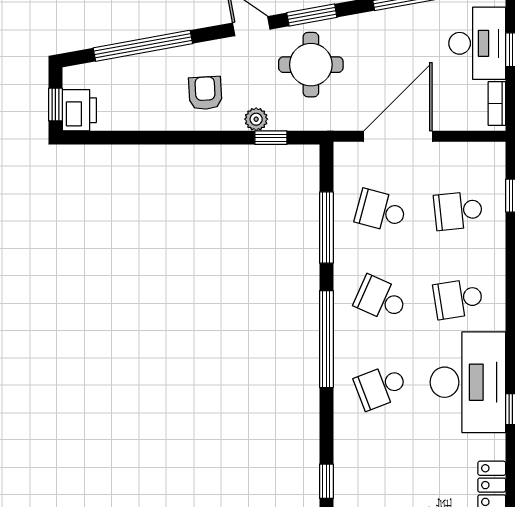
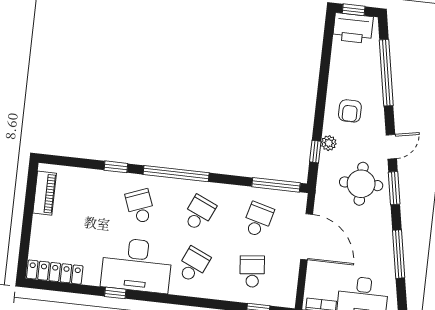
armchair: (205, 93) -> (350, 111), turned 93
printer: (79, 110) -> (353, 28), width x1.37, depth x1.19
window: (326, 228) -> (276, 185), moved
school desk: (458, 299) -> (193, 265), turned 33
window: (326, 481) -> (116, 167), moved

